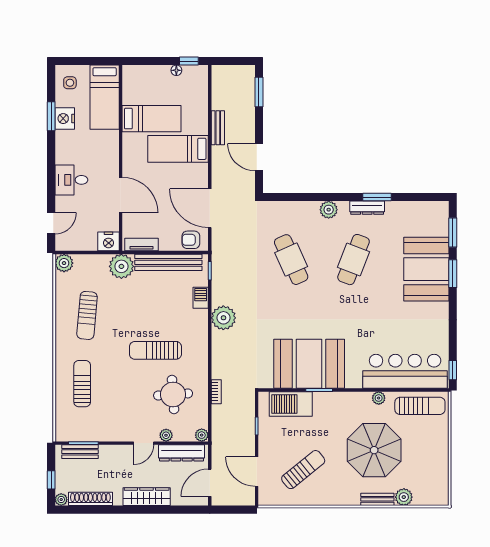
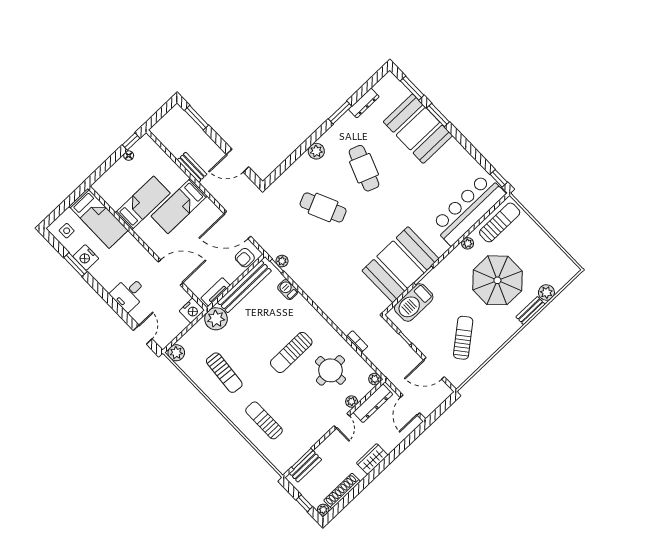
dresser: (367, 208) -> (364, 103), moved
plant: (223, 318) -> (282, 261), moved, width x0.53, depth x0.53
wardrobe: (147, 497) -> (372, 459), width x0.67

